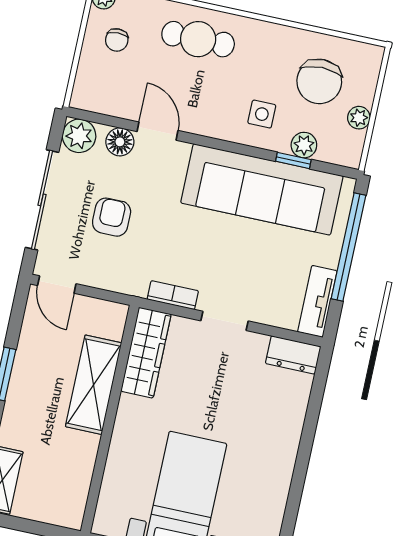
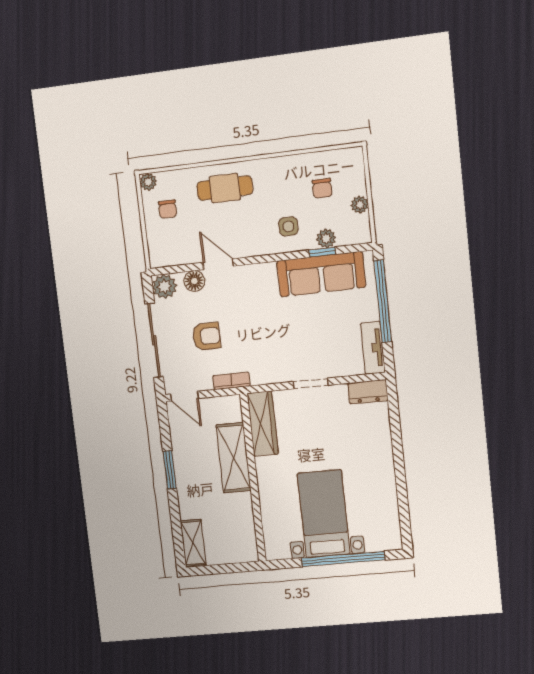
chair: (319, 81) -> (322, 188), width x0.54, depth x0.54
sofa: (262, 189) -> (321, 274), width x0.74, depth x0.79
armchair: (112, 217) -> (206, 336), turned 90
bookcase: (173, 295) -> (231, 381), moved

